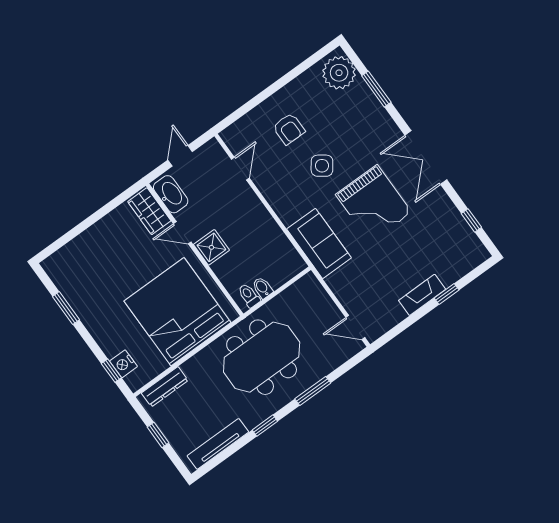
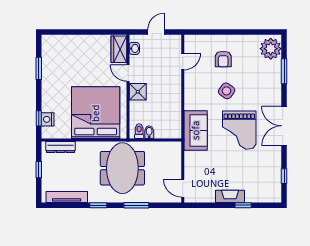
washbasin: (171, 194) -> (134, 48), width x0.52, depth x0.69
meeting table: (262, 357) -> (122, 168), turned 90

